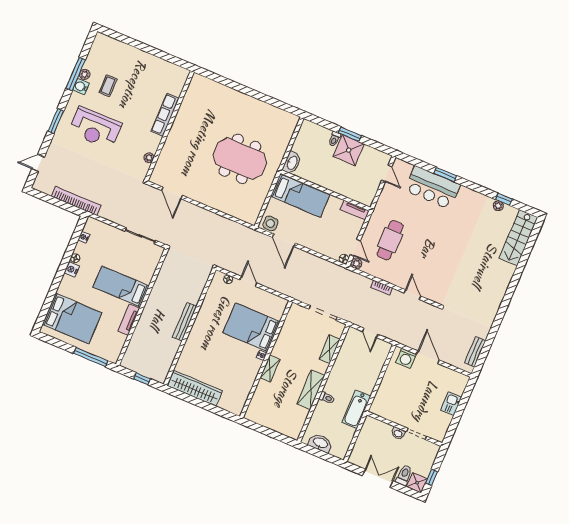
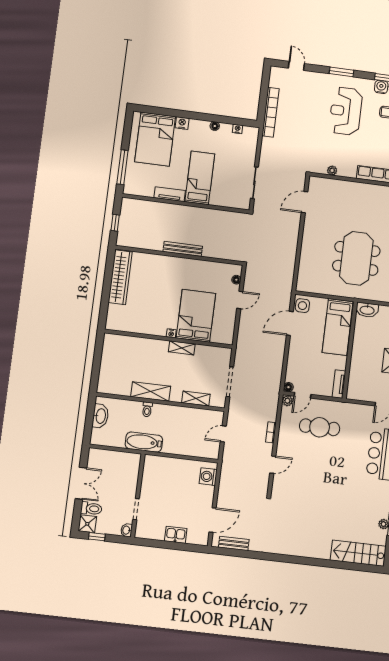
nightstand: (72, 270) -> (182, 123), moved
door: (428, 357) -> (213, 520), moved
shelving: (270, 368) -> (182, 348), moved
washbasin: (398, 433) -> (126, 530), moved

